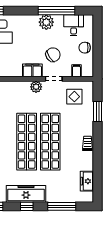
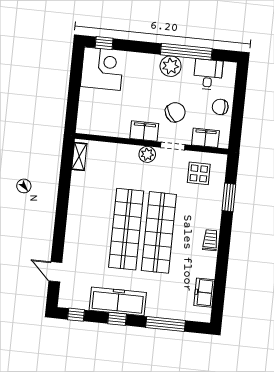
filing cabinet: (76, 71) -> (205, 138), width x2.00

